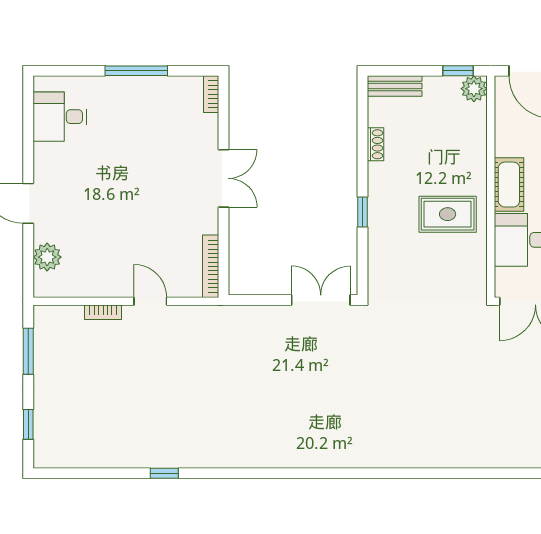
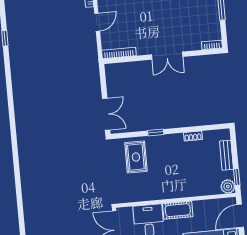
bench: (395, 86) -> (226, 155), moved
rug: (448, 214) -> (136, 157), moved

